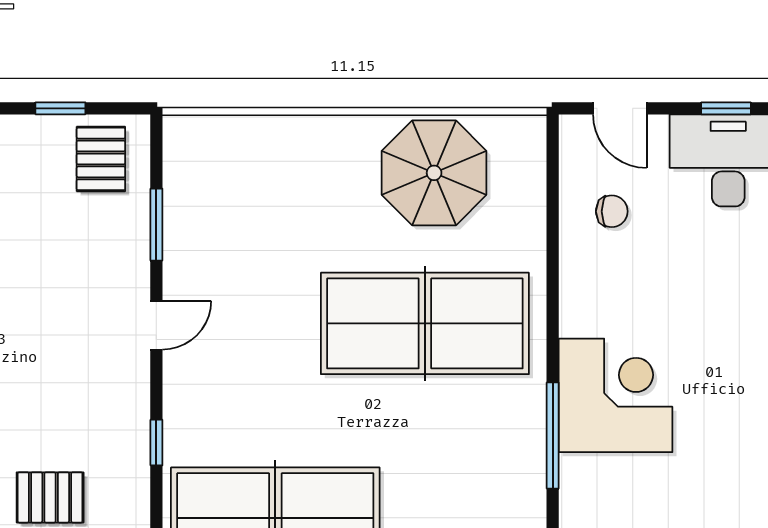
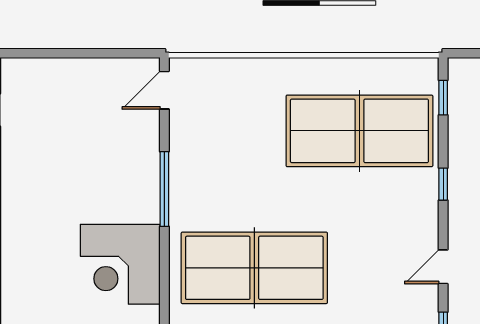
corner desk: (616, 395) -> (120, 264), moved

